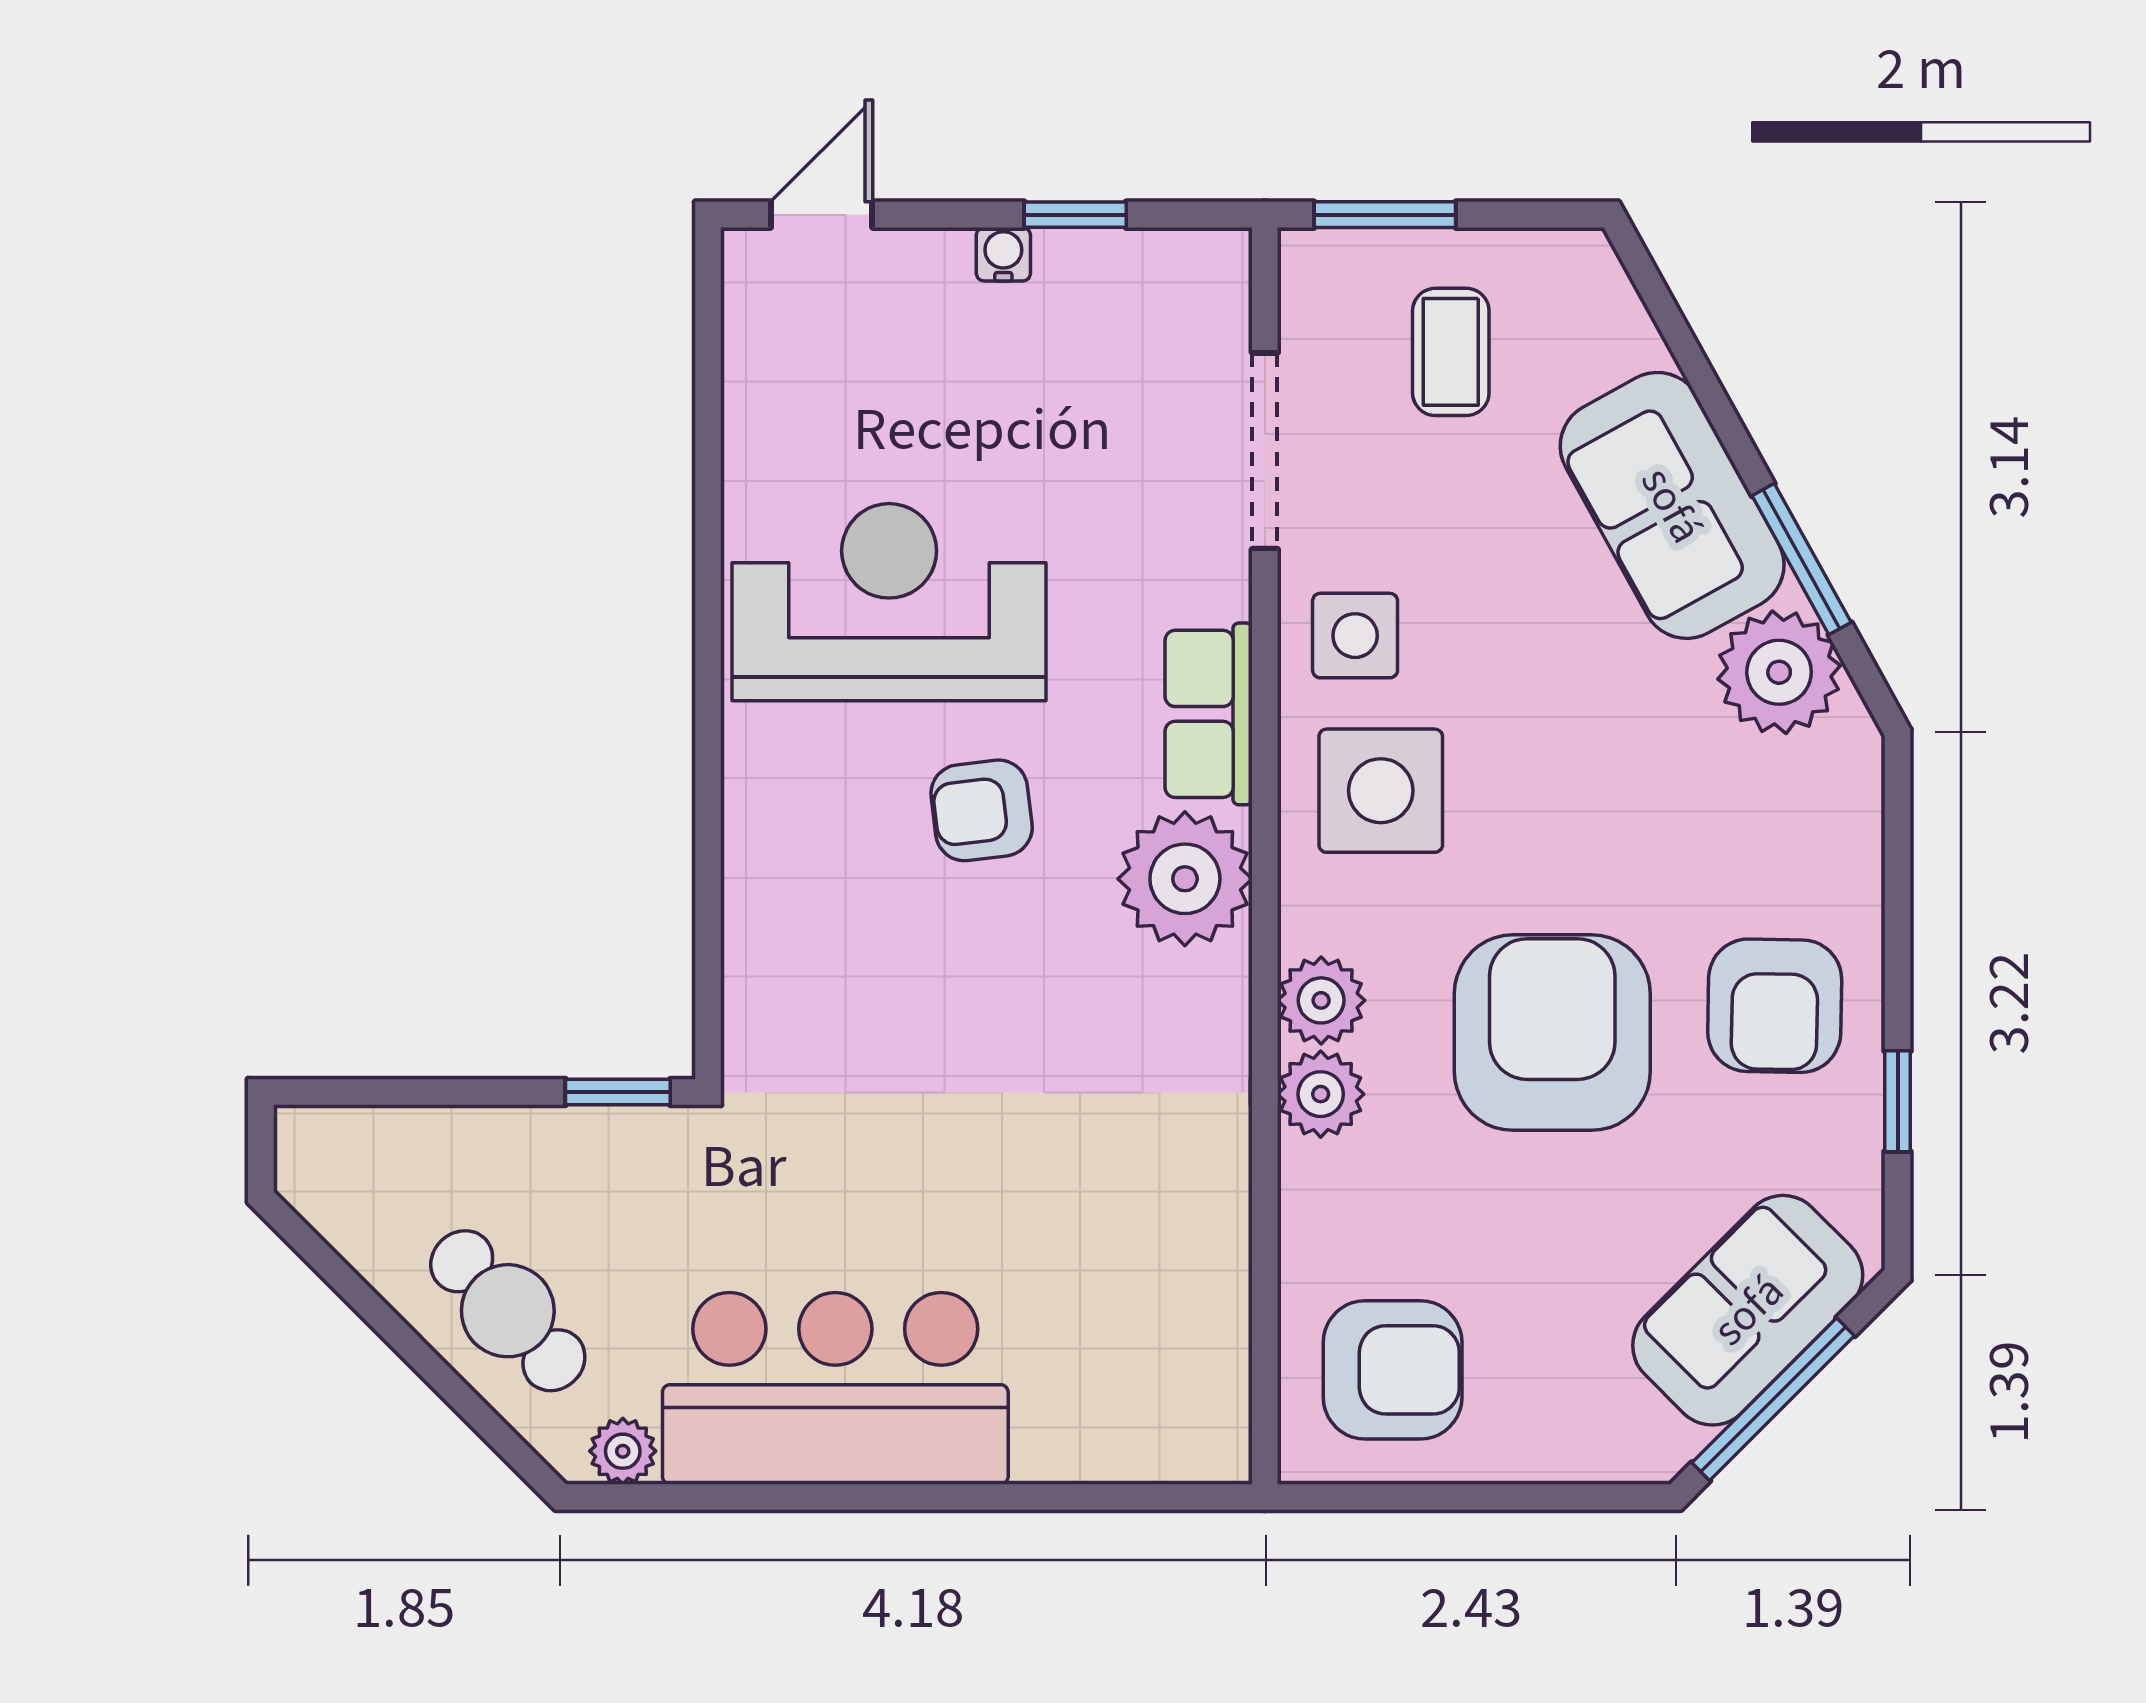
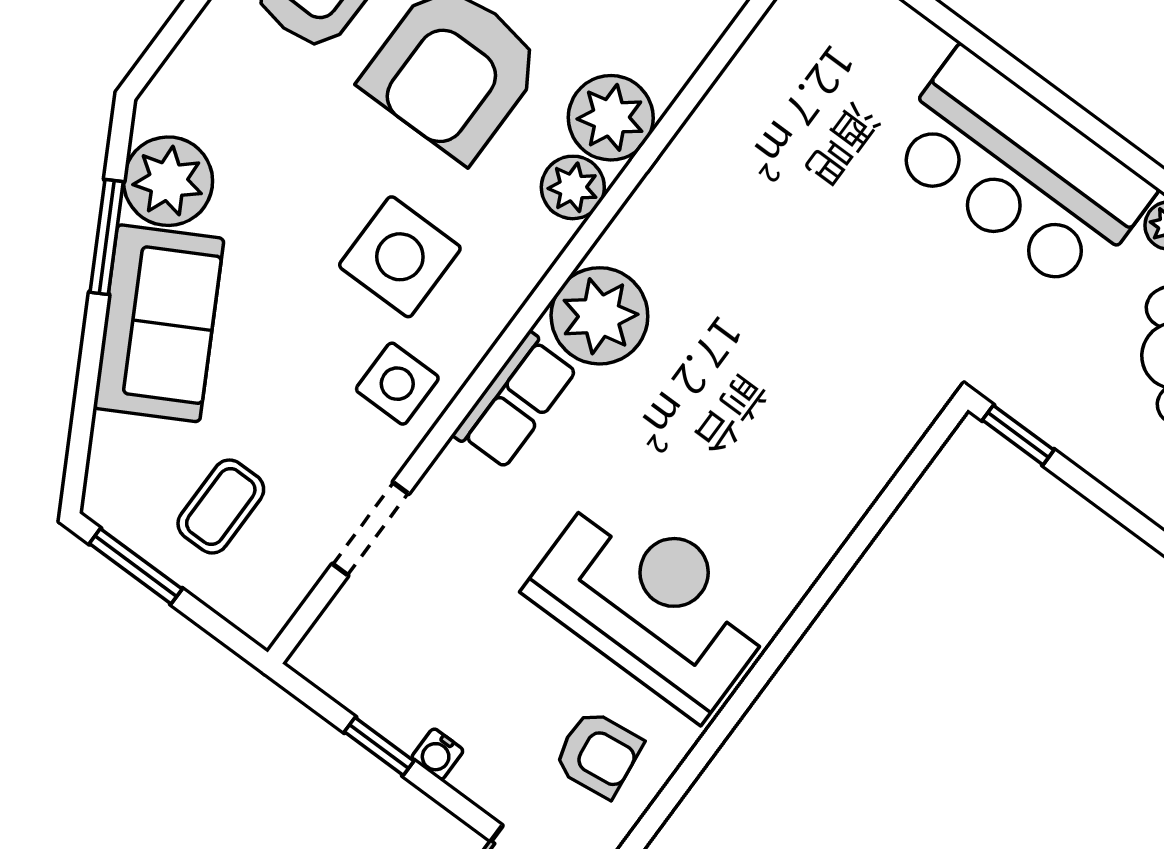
window: (1385, 215) -> (136, 566), moved
doorway: (1265, 451) -> (371, 529), width x0.73
reception desk: (889, 602) -> (652, 602), turned 180
side table: (1381, 791) -> (400, 257), moved
armchair: (982, 810) -> (598, 754), moved
plant: (1321, 1094) -> (611, 118), width x1.36, depth x1.36

